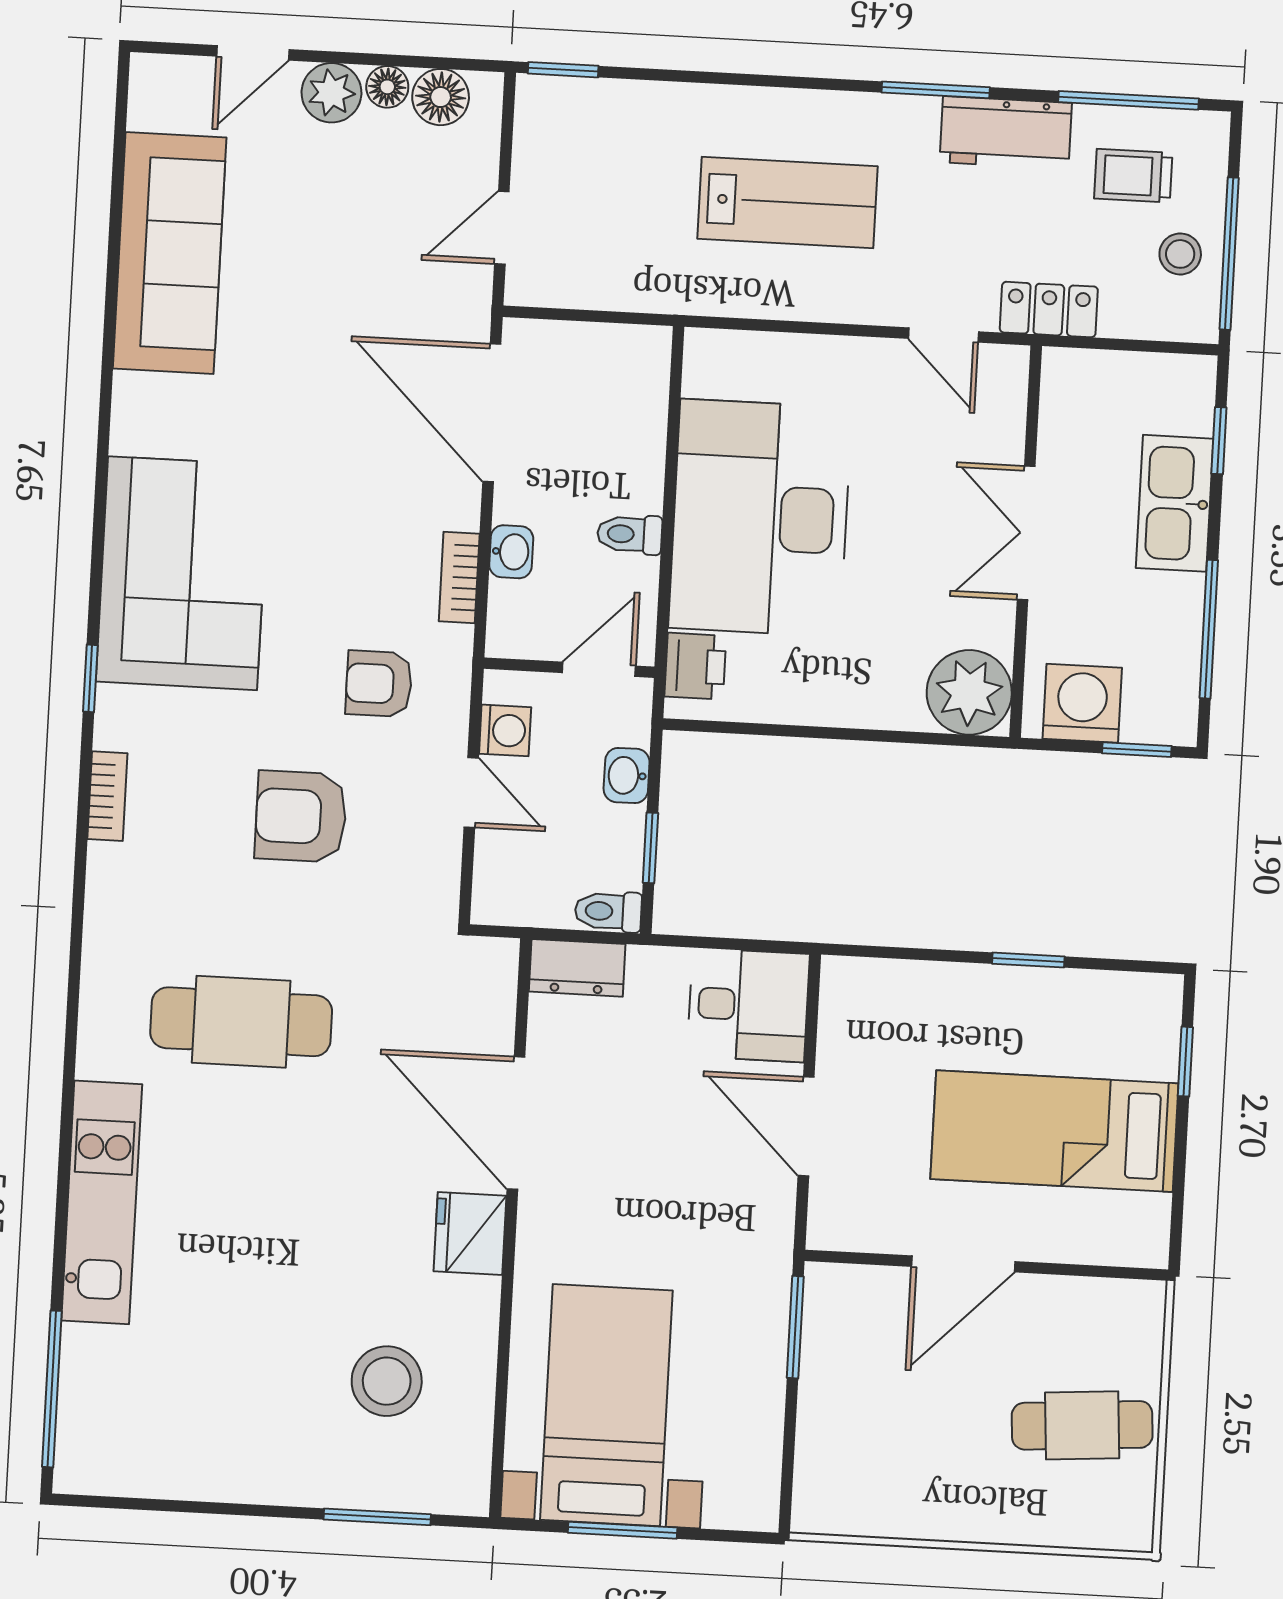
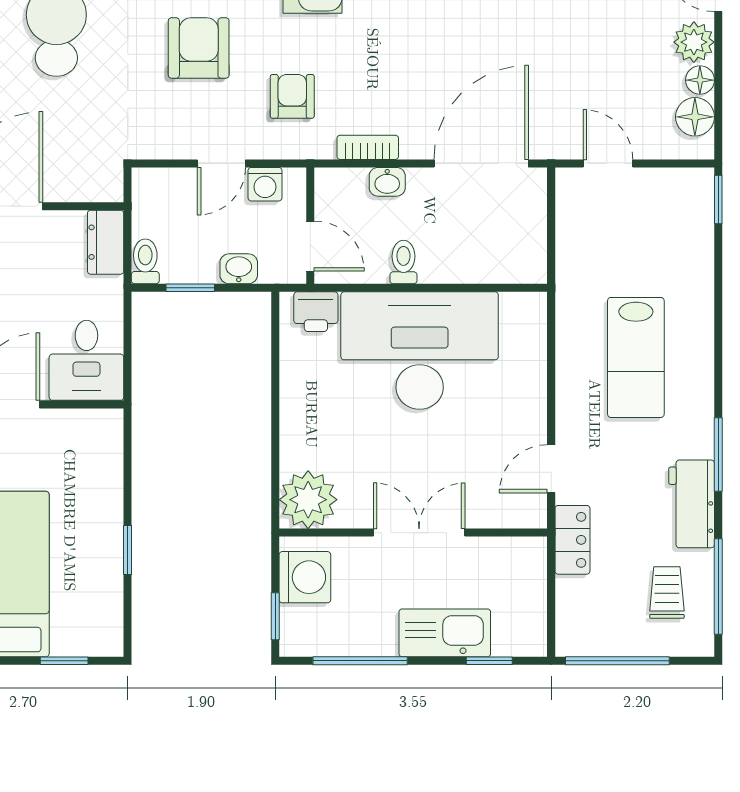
stool: (1180, 254) -> (615, 627), removed

